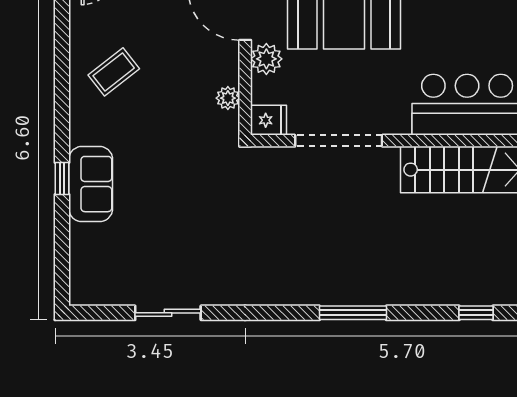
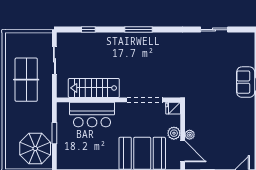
coffee table: (114, 72) -> (236, 128), removed
plant: (228, 98) -> (190, 135), moved

